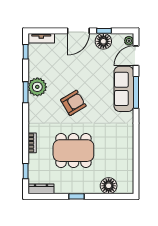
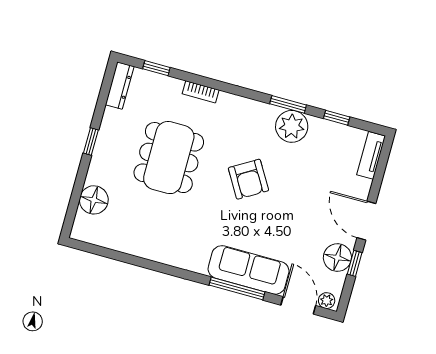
window: (26, 52) -> (337, 118), moved

